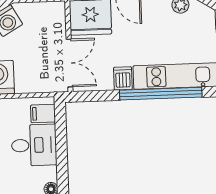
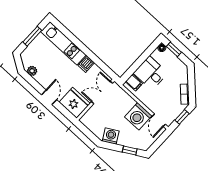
window: (161, 94) -> (77, 42), removed

